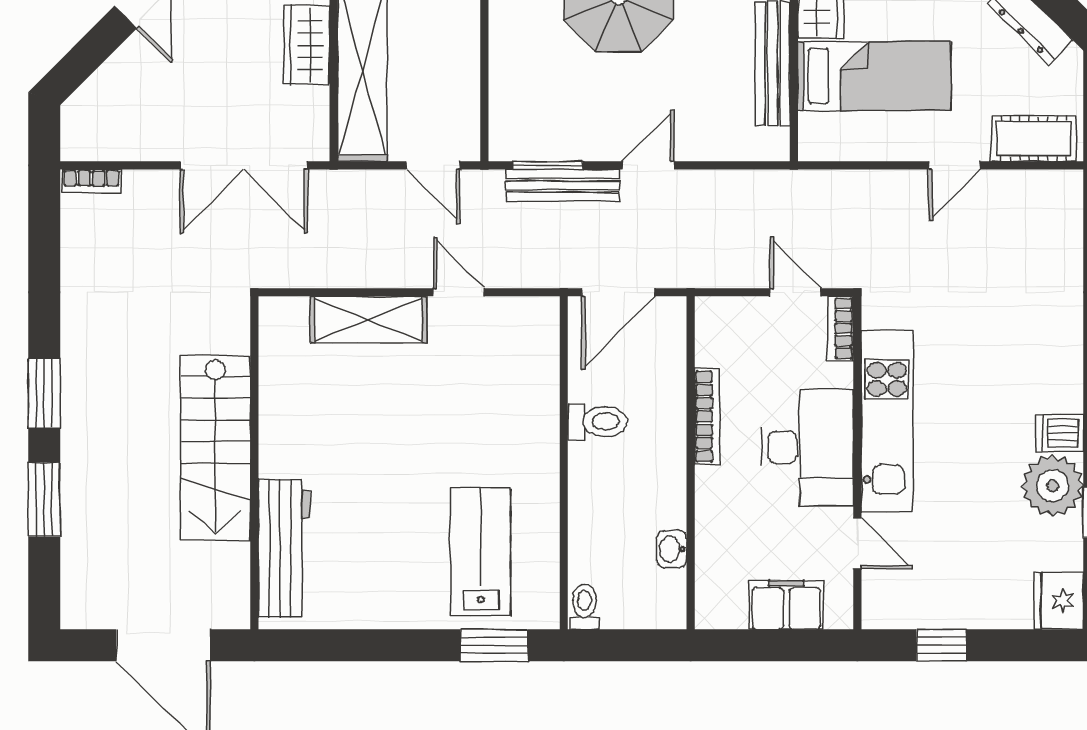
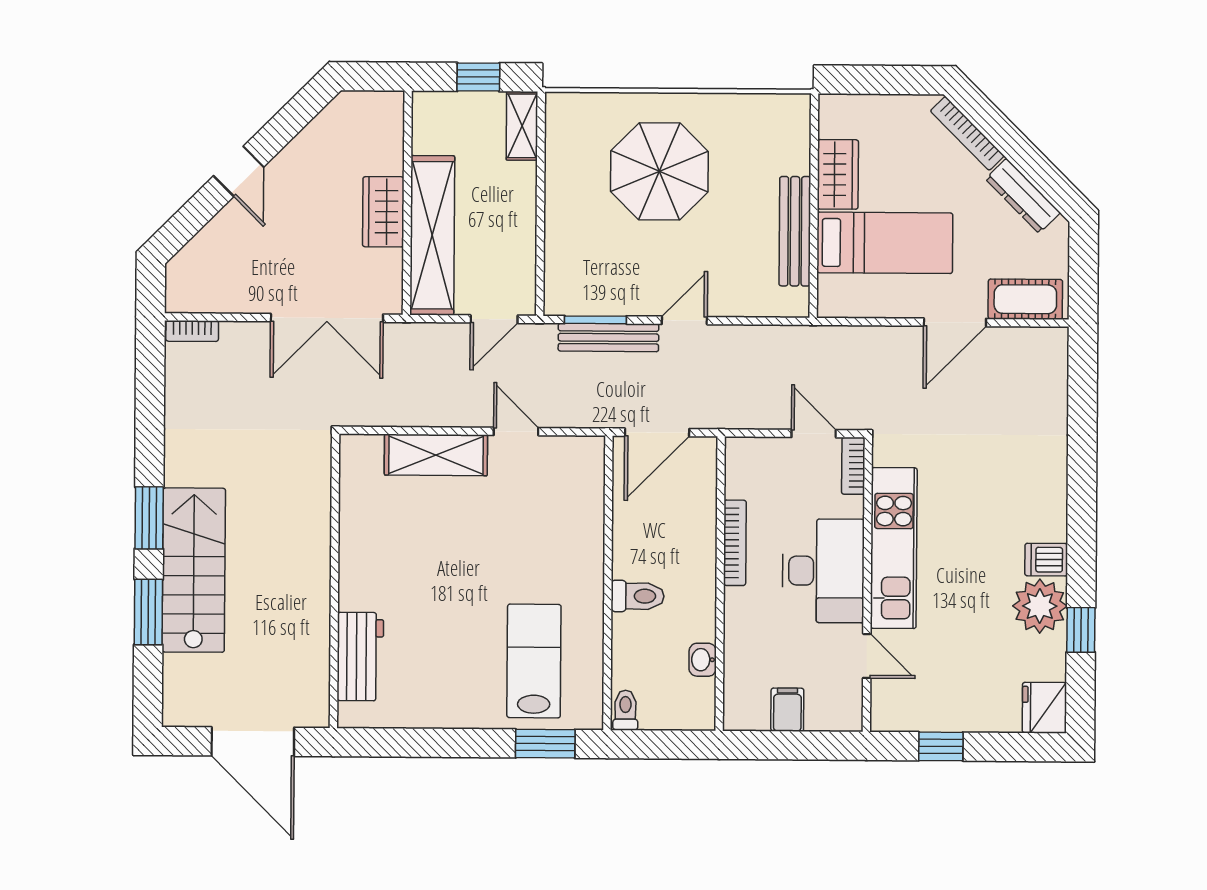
door: (433, 165) -> (494, 319), hinge flipped
door: (954, 165) -> (955, 322), width x1.38
toilet: (597, 421) -> (638, 596), moved
stairs: (215, 448) -> (194, 570), moved, turned 180
workbench: (284, 548) -> (360, 657), width x0.73
filing cabinet: (786, 605) -> (787, 710), width x0.50

